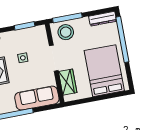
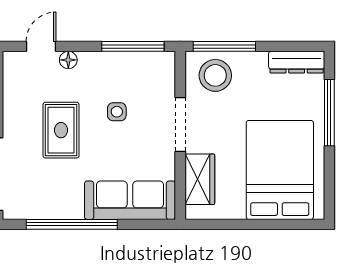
window: (25, 26) -> (133, 46), width x1.44
window: (122, 39) -> (329, 113), width x0.68

